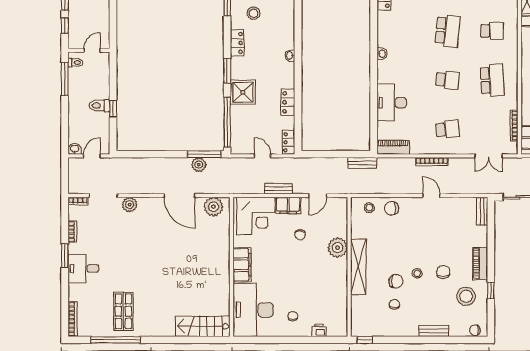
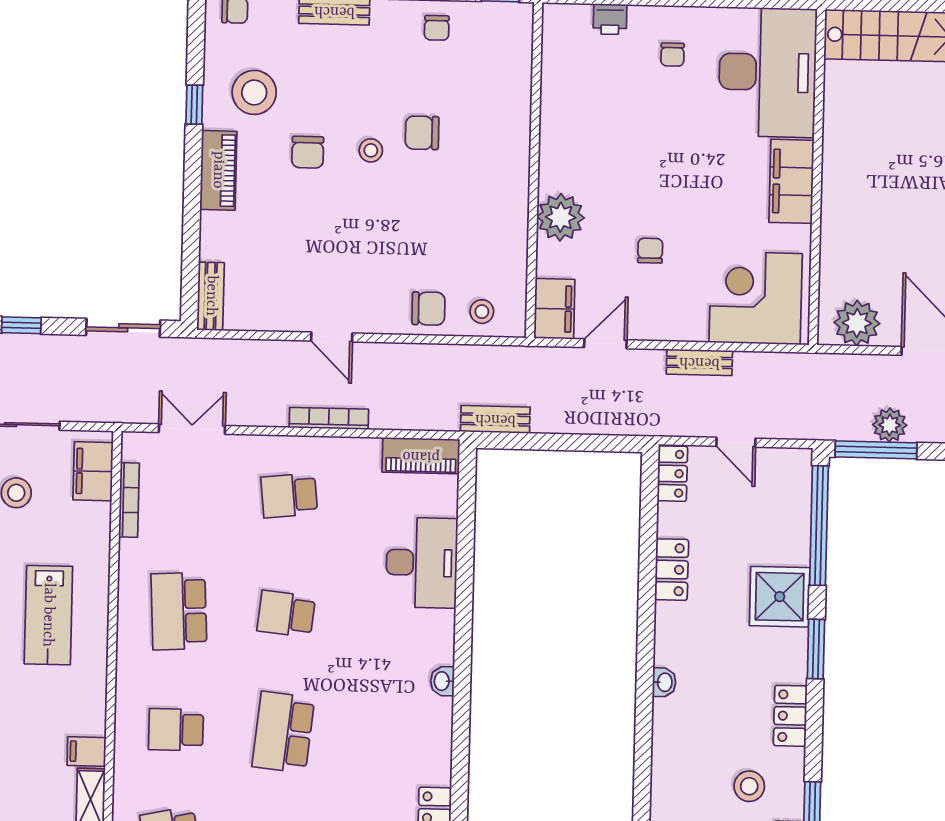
filing cabinet: (288, 205) -> (554, 309), moved, turned 90
shelving: (358, 267) -> (512, 170), removed
chair: (394, 304) -> (437, 28), moved

